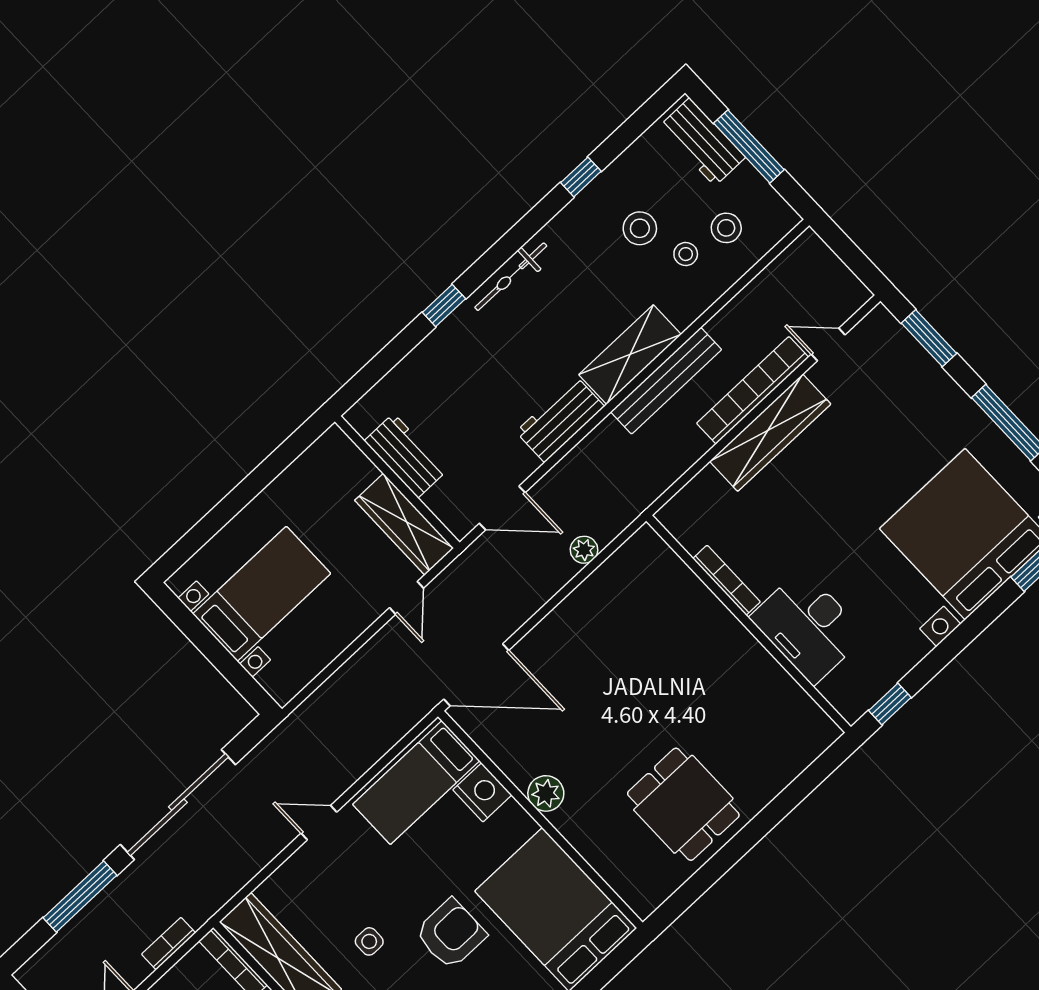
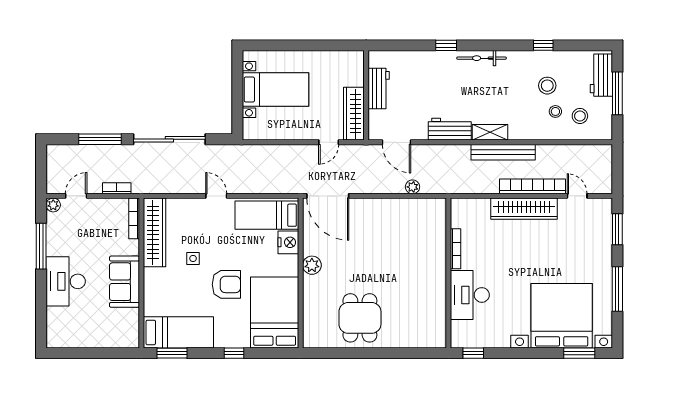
shelving: (630, 355) -> (490, 132), width x0.67, depth x0.75

